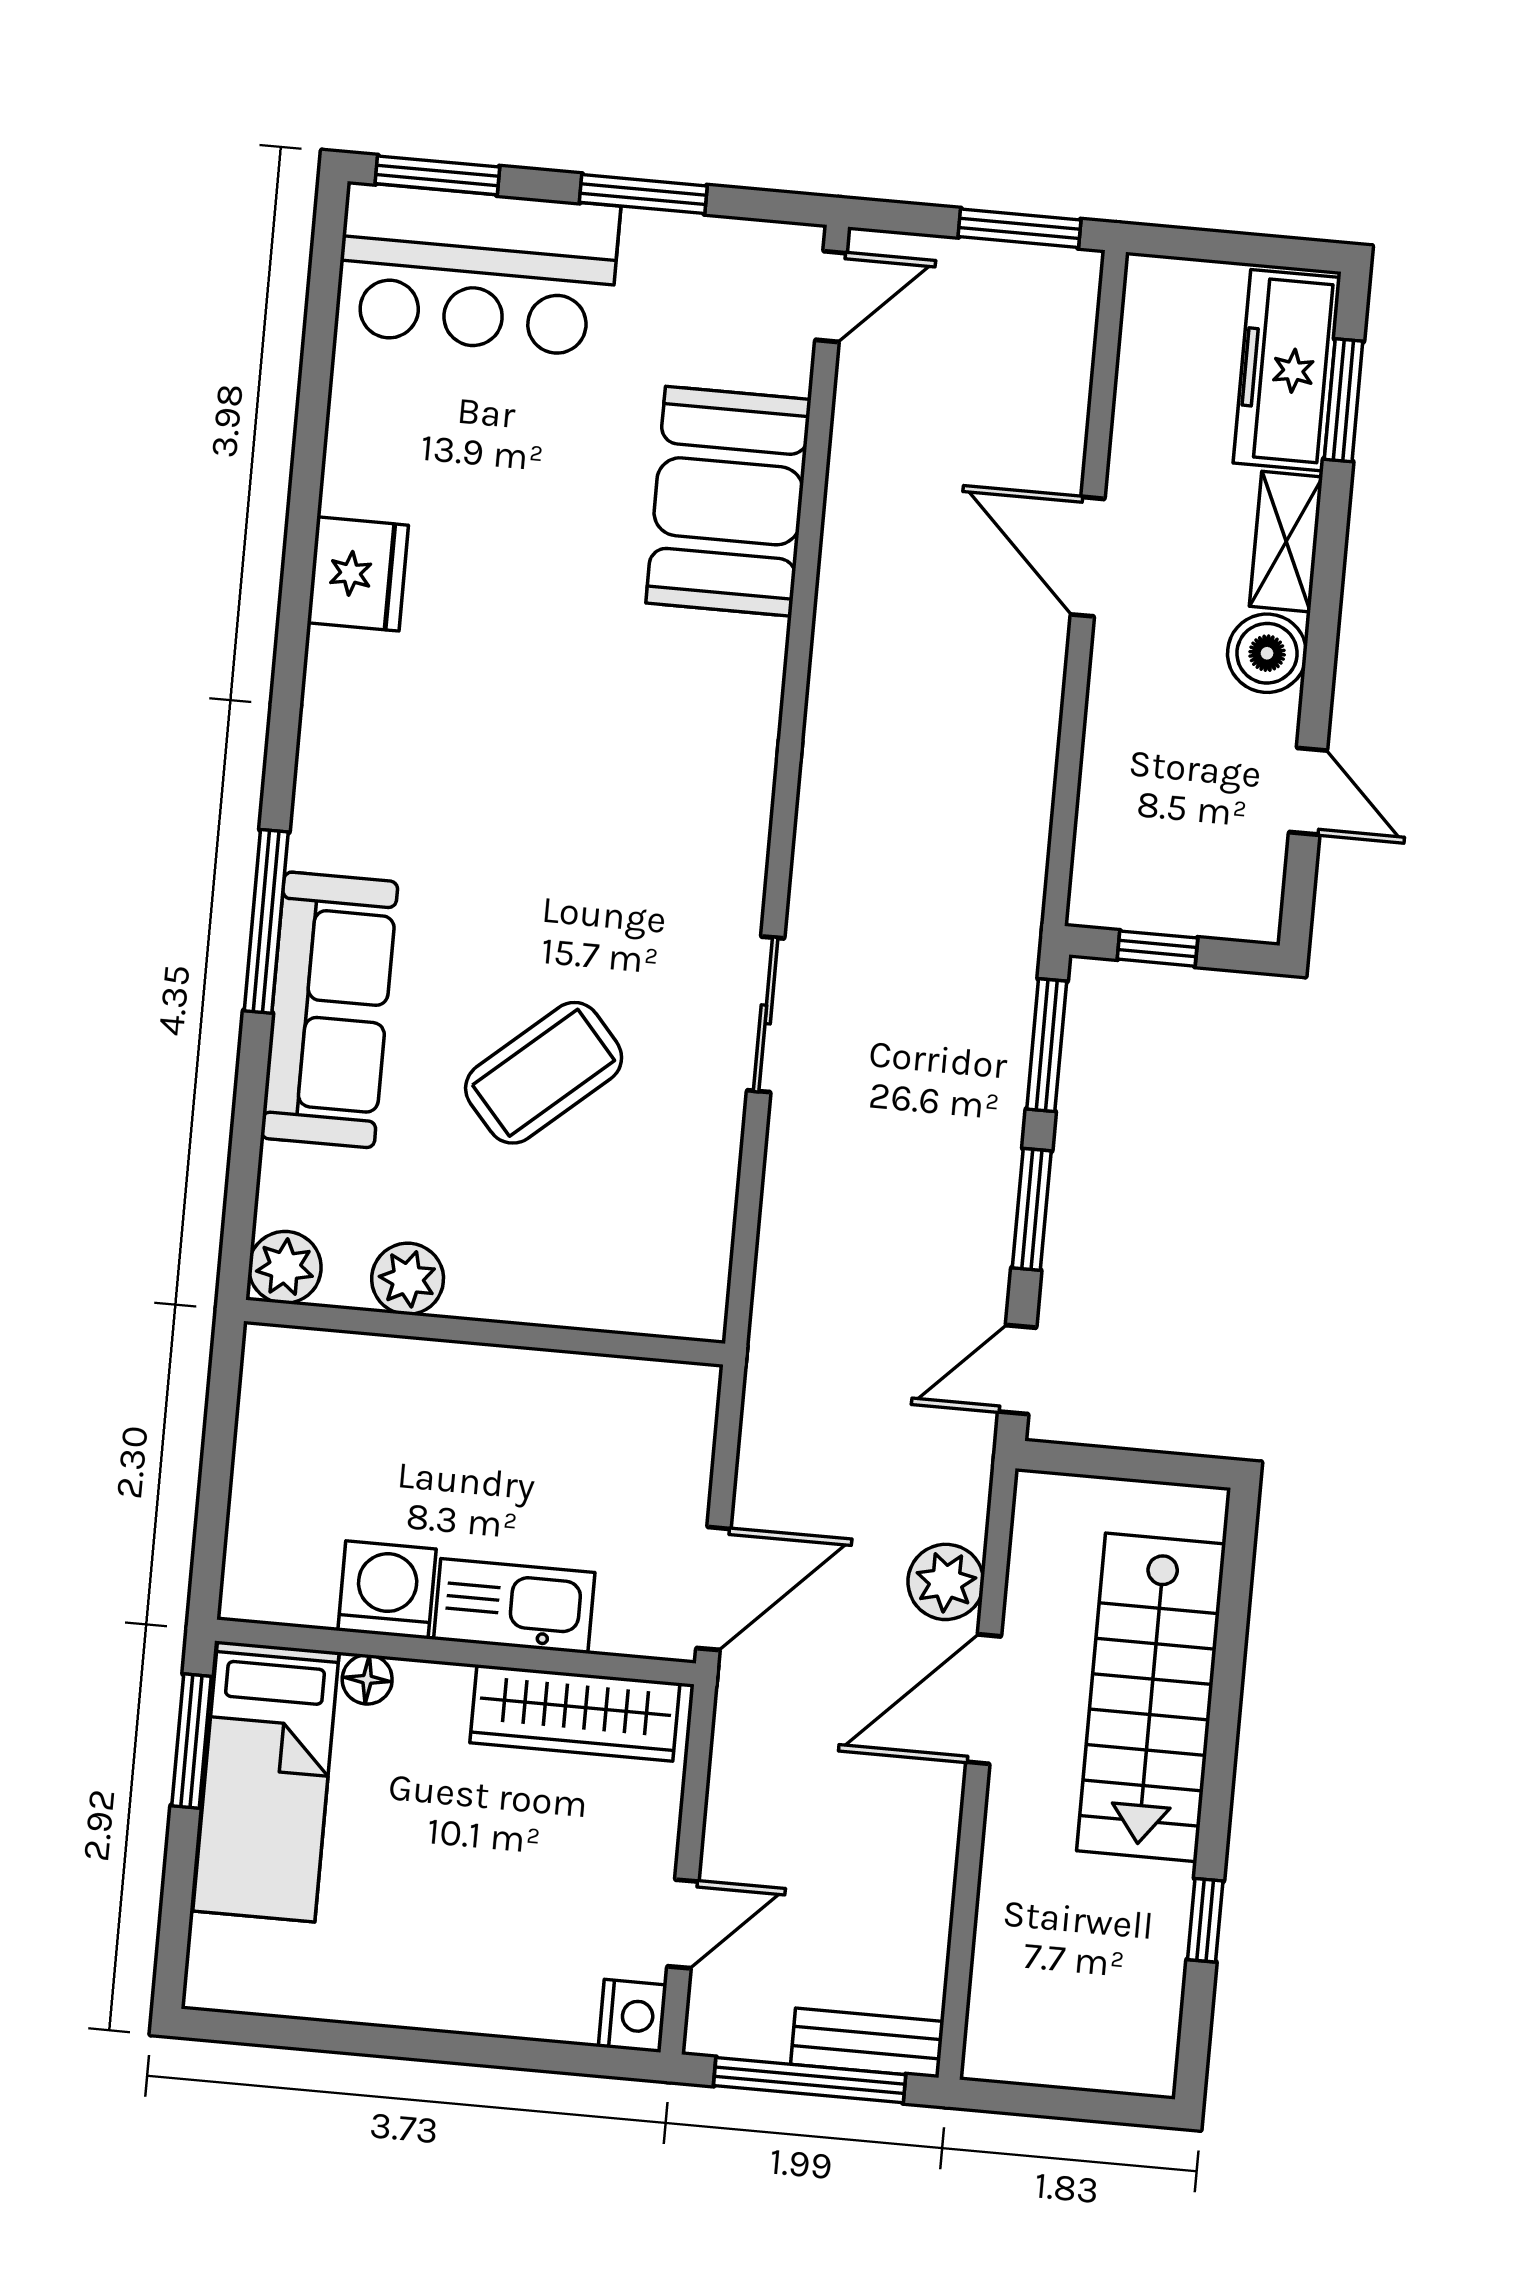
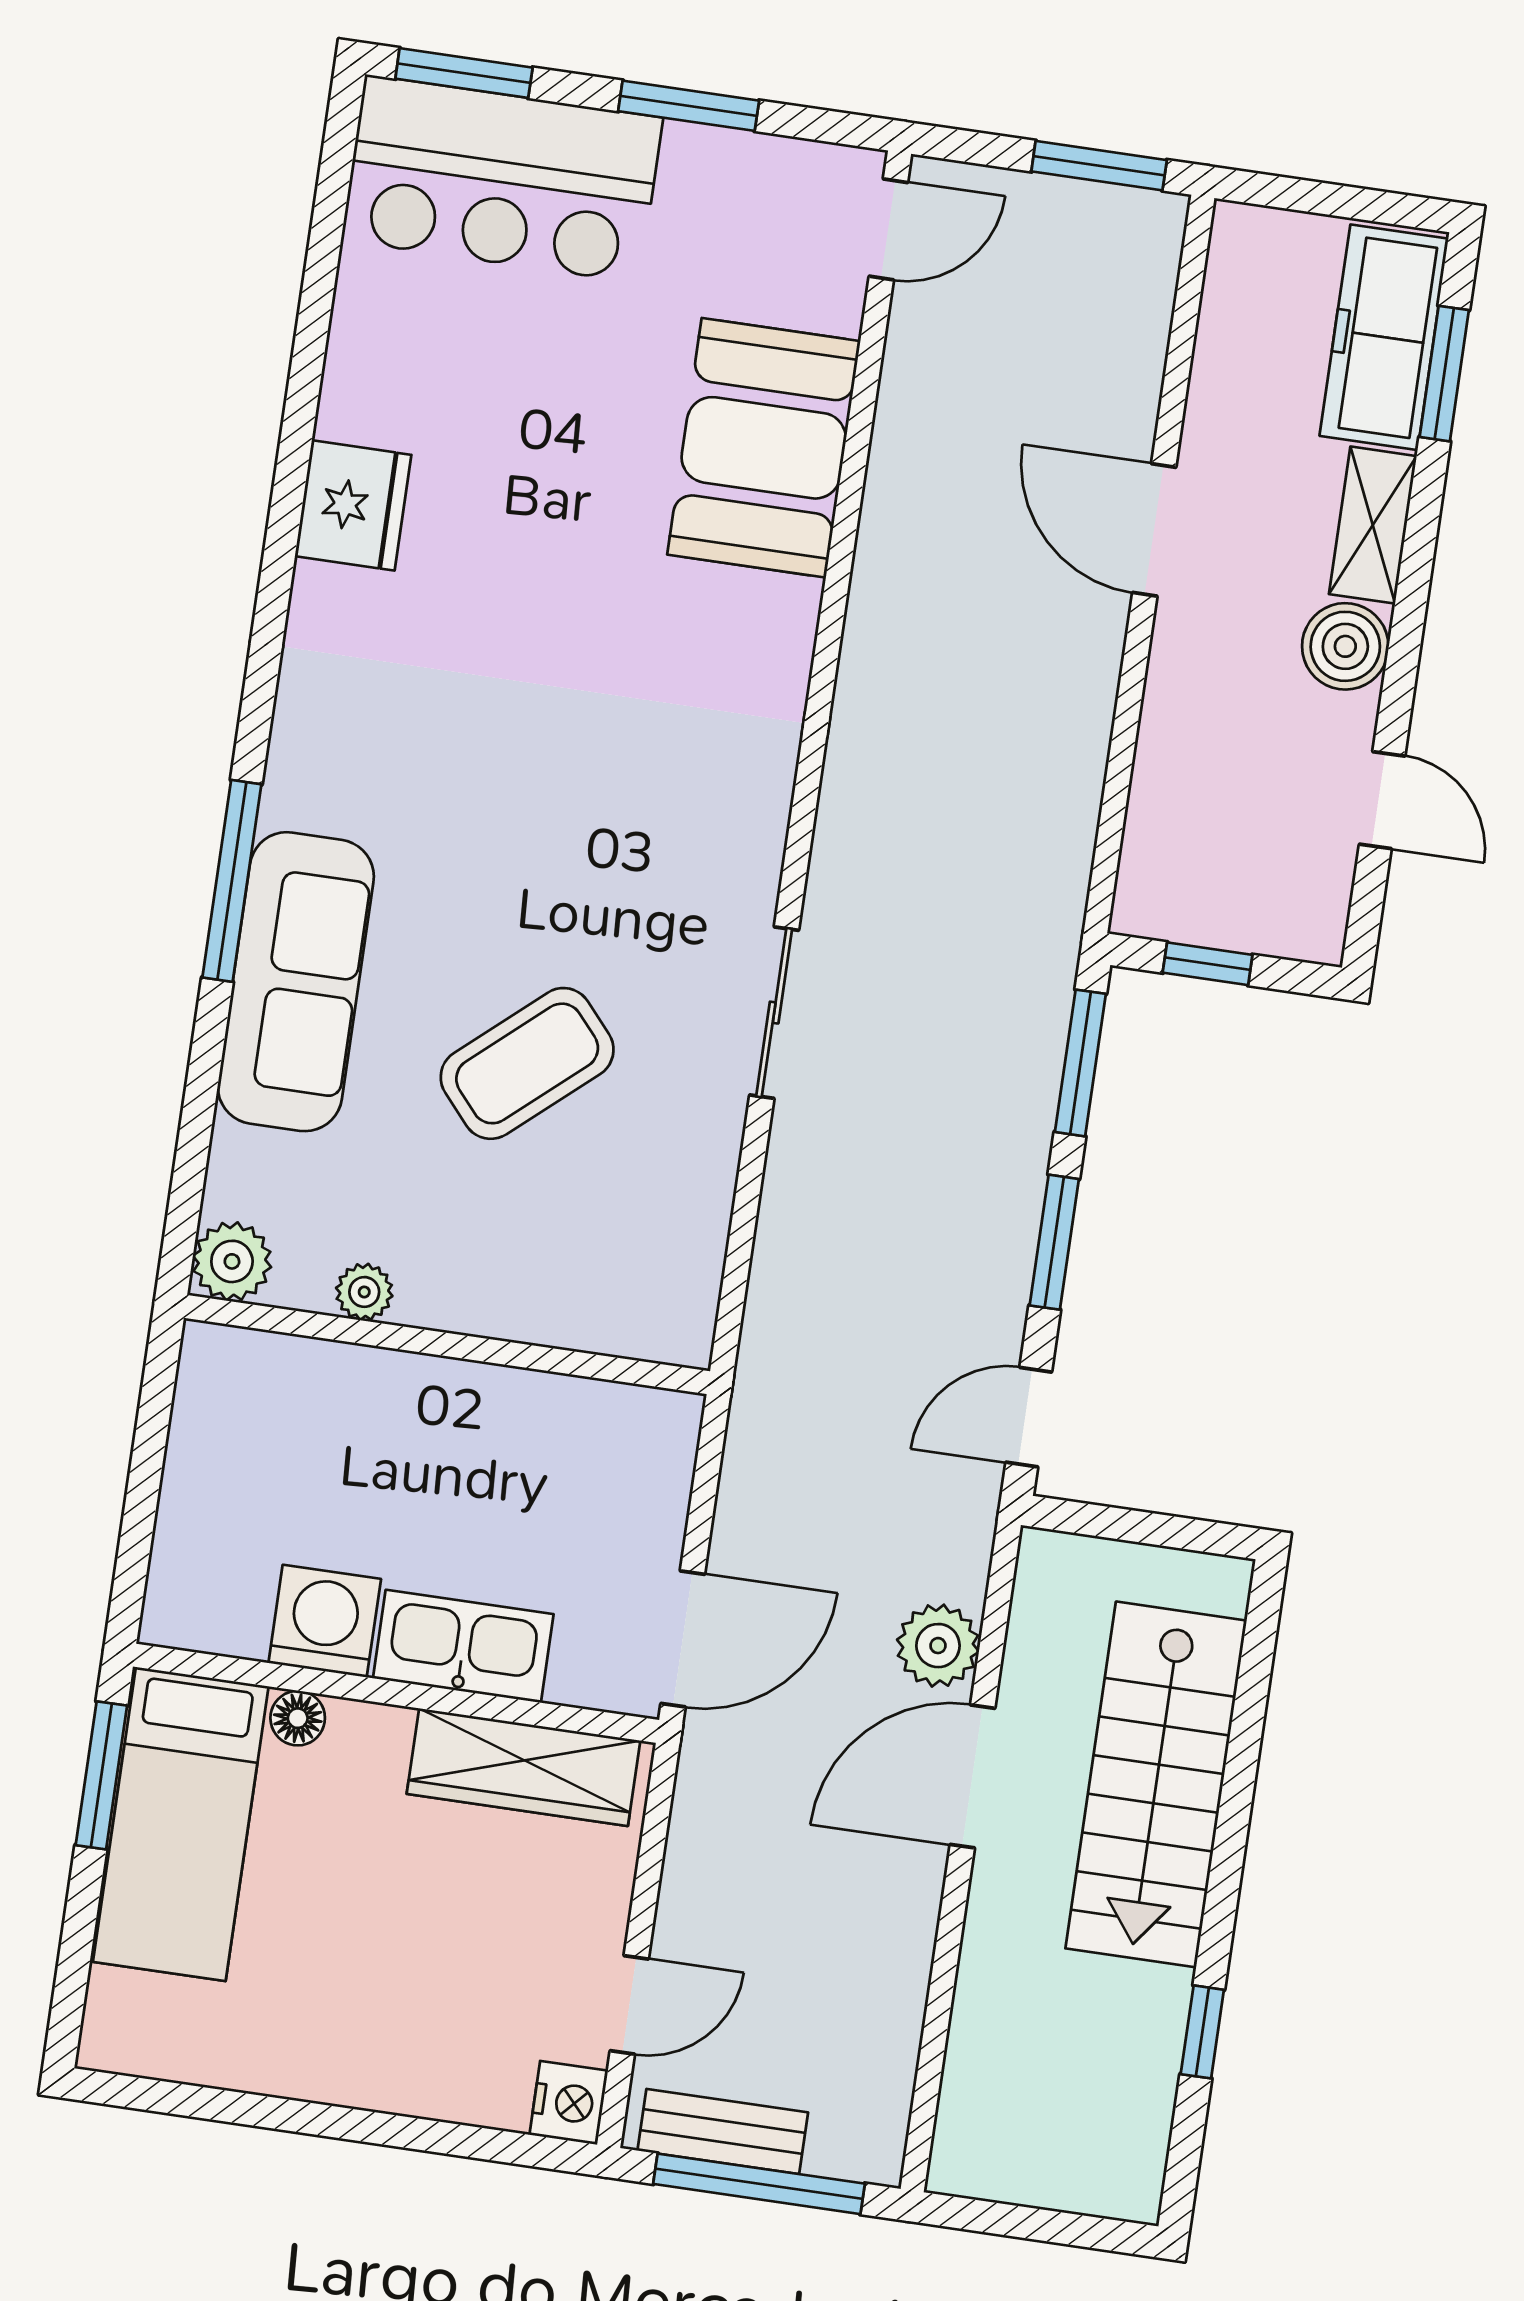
plant: (408, 1279) -> (364, 1292), width x0.73, depth x0.73
bench: (867, 2043) -> (723, 2131), moved

